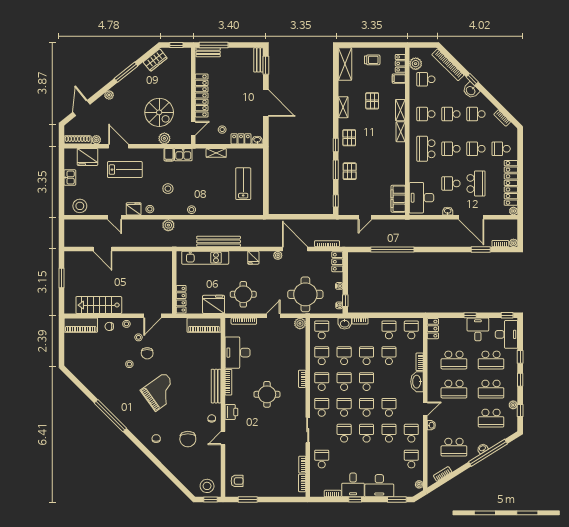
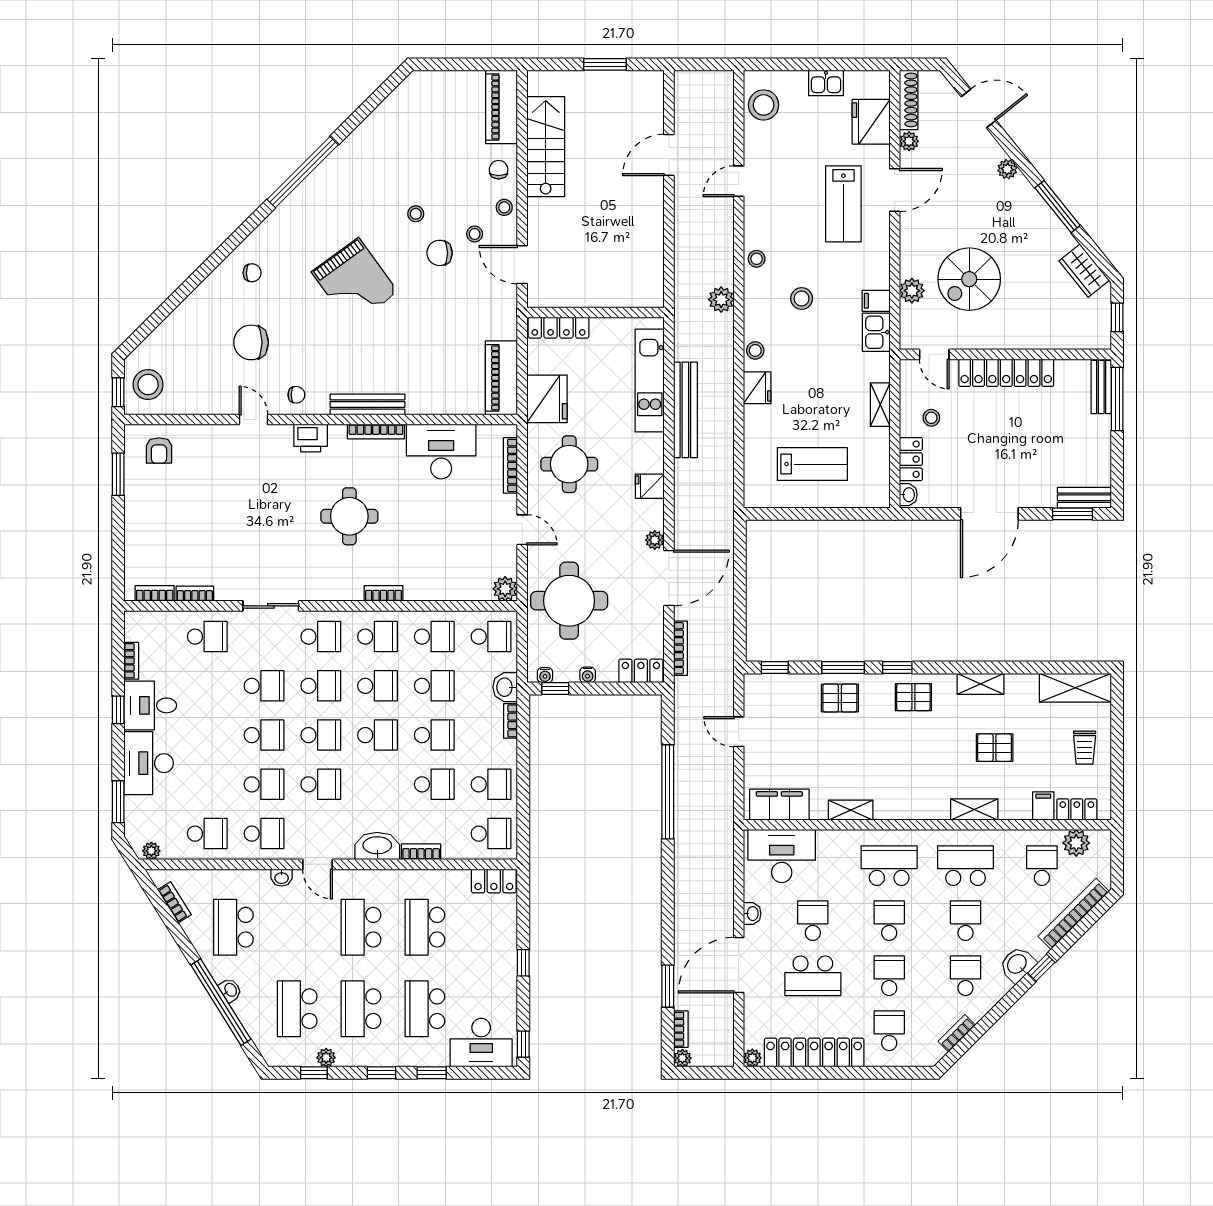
school desk: (426, 114) -> (966, 866), width x1.85
shelving: (401, 132) -> (851, 810), moved
fridge: (134, 209) -> (757, 388), moved
desk: (478, 329) -> (492, 980), removed

